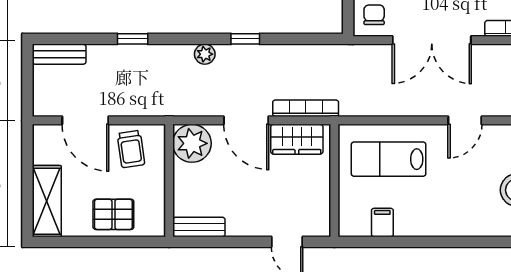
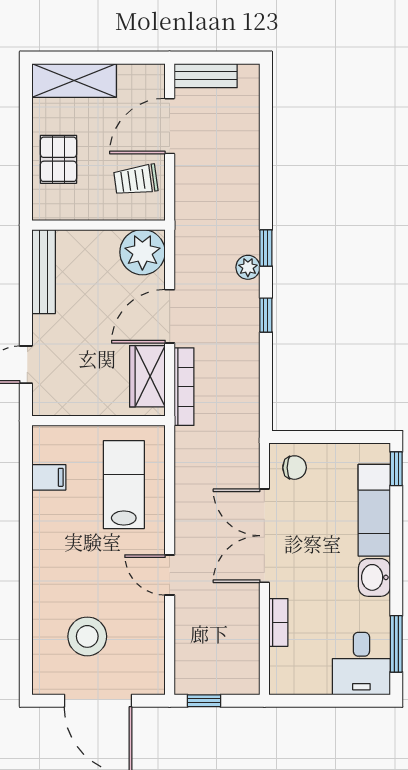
window: (133, 39) -> (266, 248), moved
bench: (59, 54) -> (206, 76), moved, turned 90
bench: (199, 227) -> (44, 272), width x1.36

